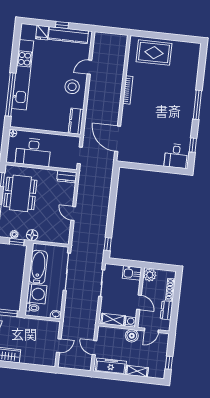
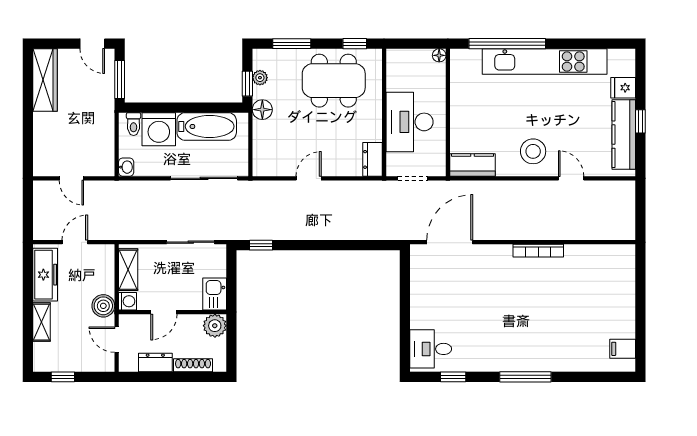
filing cabinet: (188, 49) -> (623, 349), added
rug: (154, 53) -> (610, 290), removed
desk: (33, 152) -> (409, 122), moved

